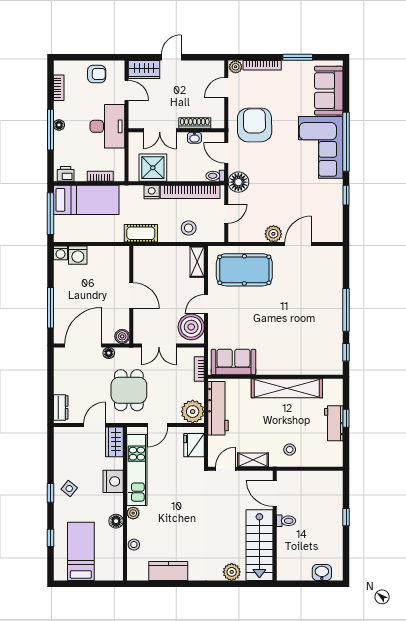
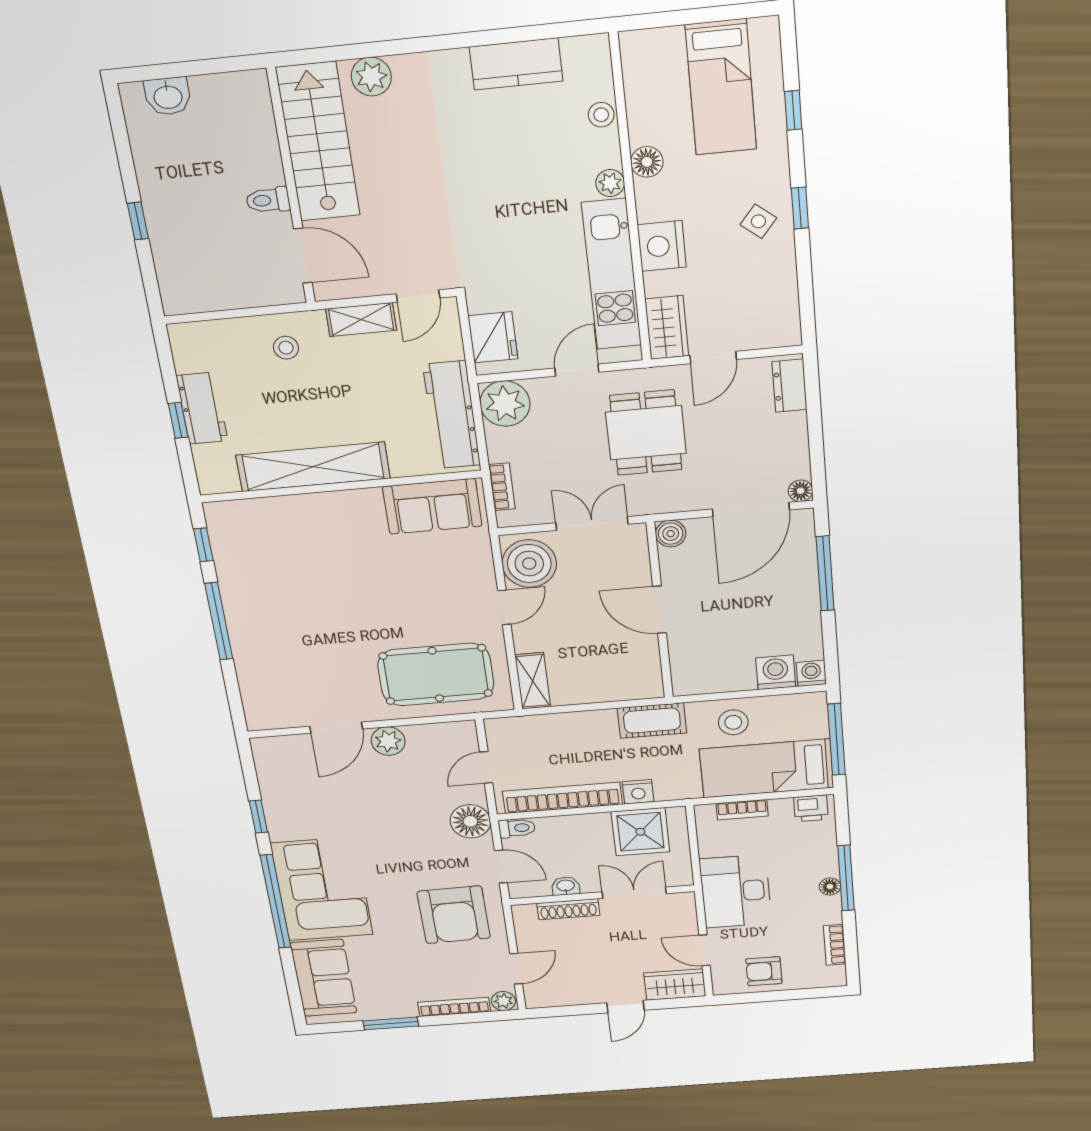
stool: (189, 228) -> (733, 722), moved
floor lamp: (109, 353) -> (801, 491), moved

